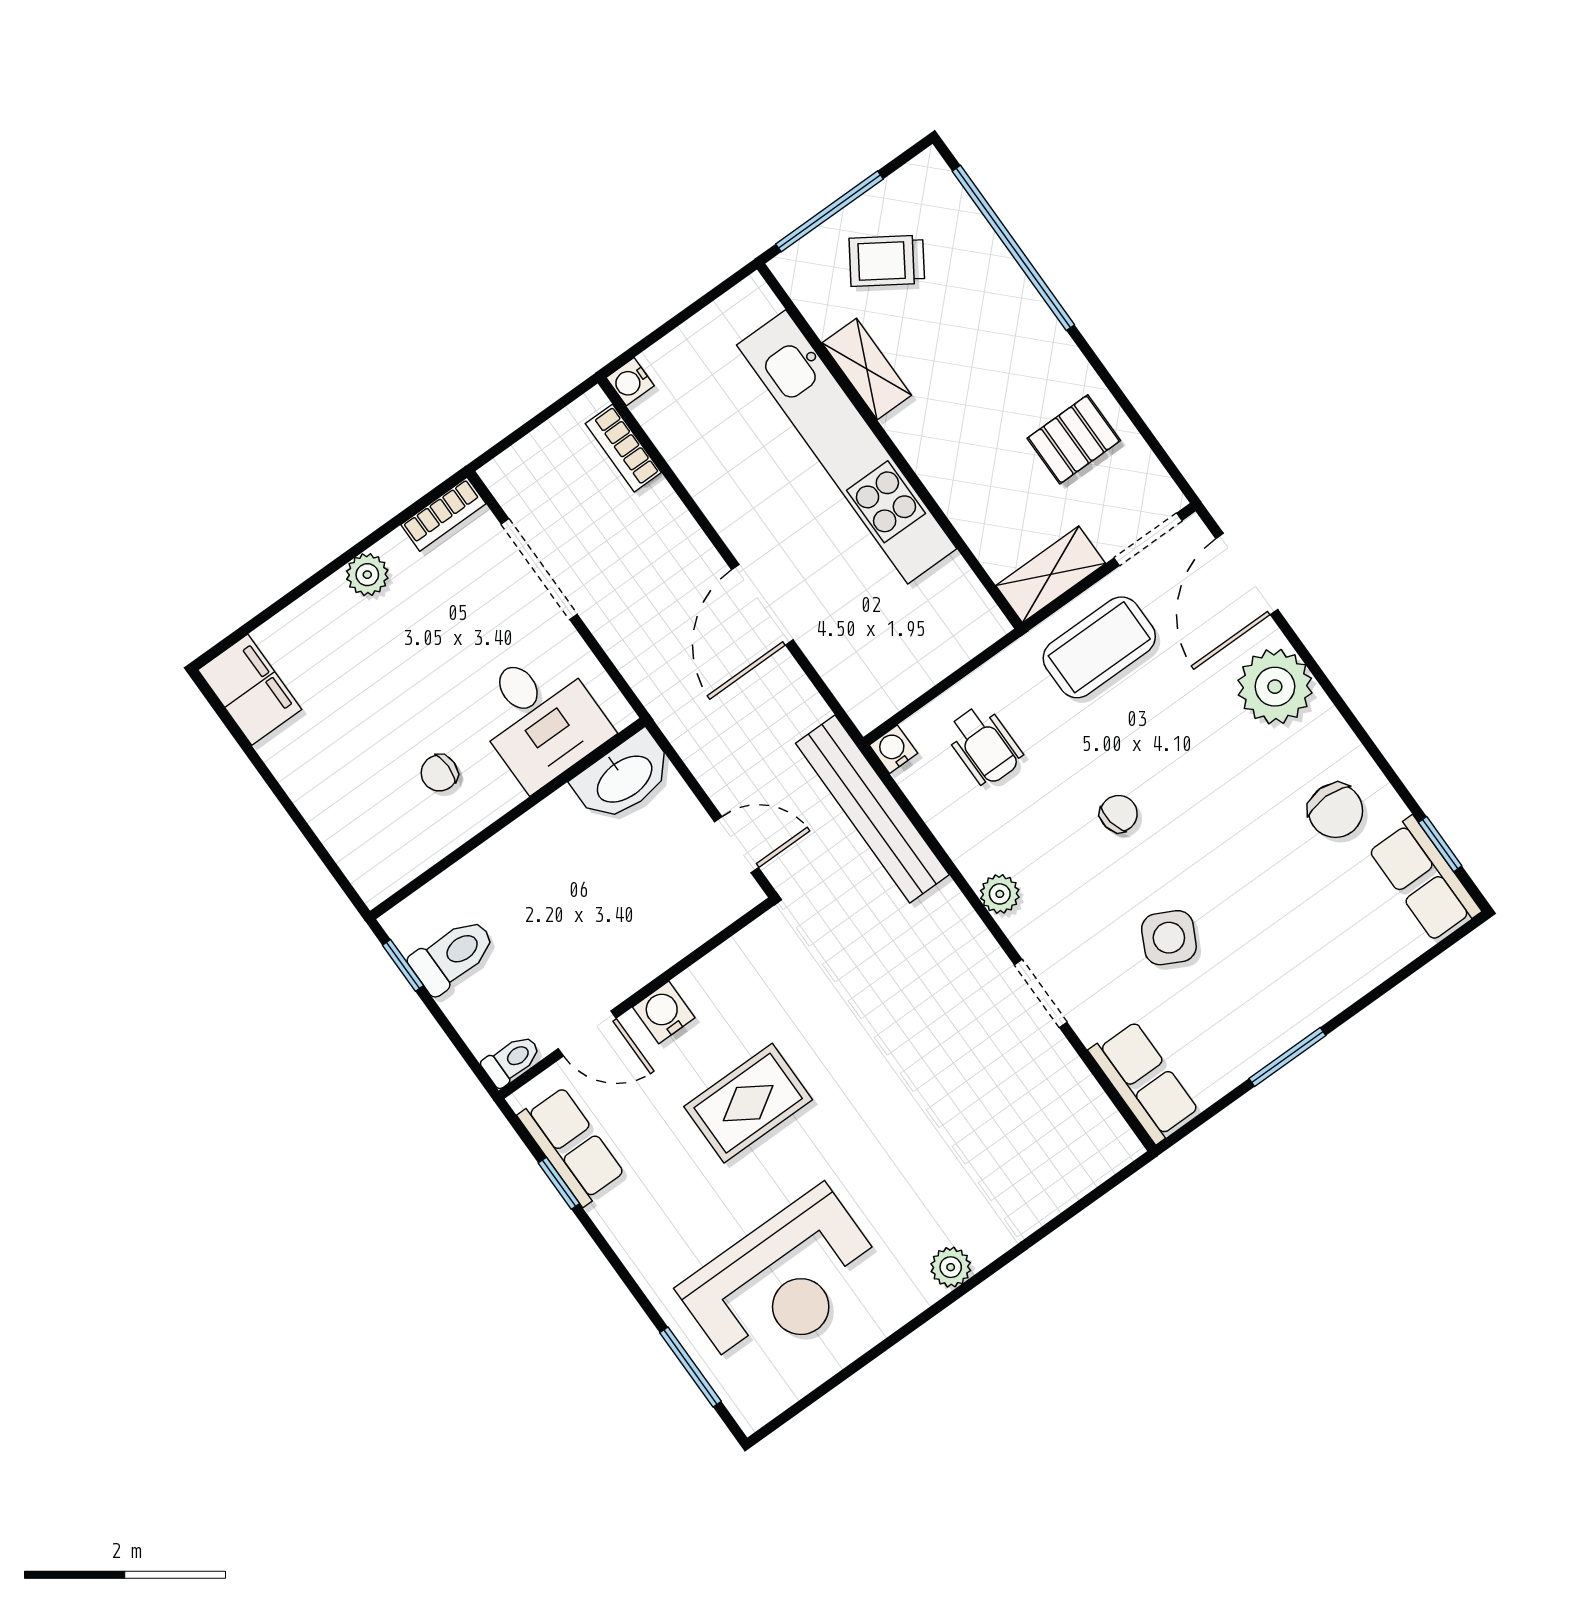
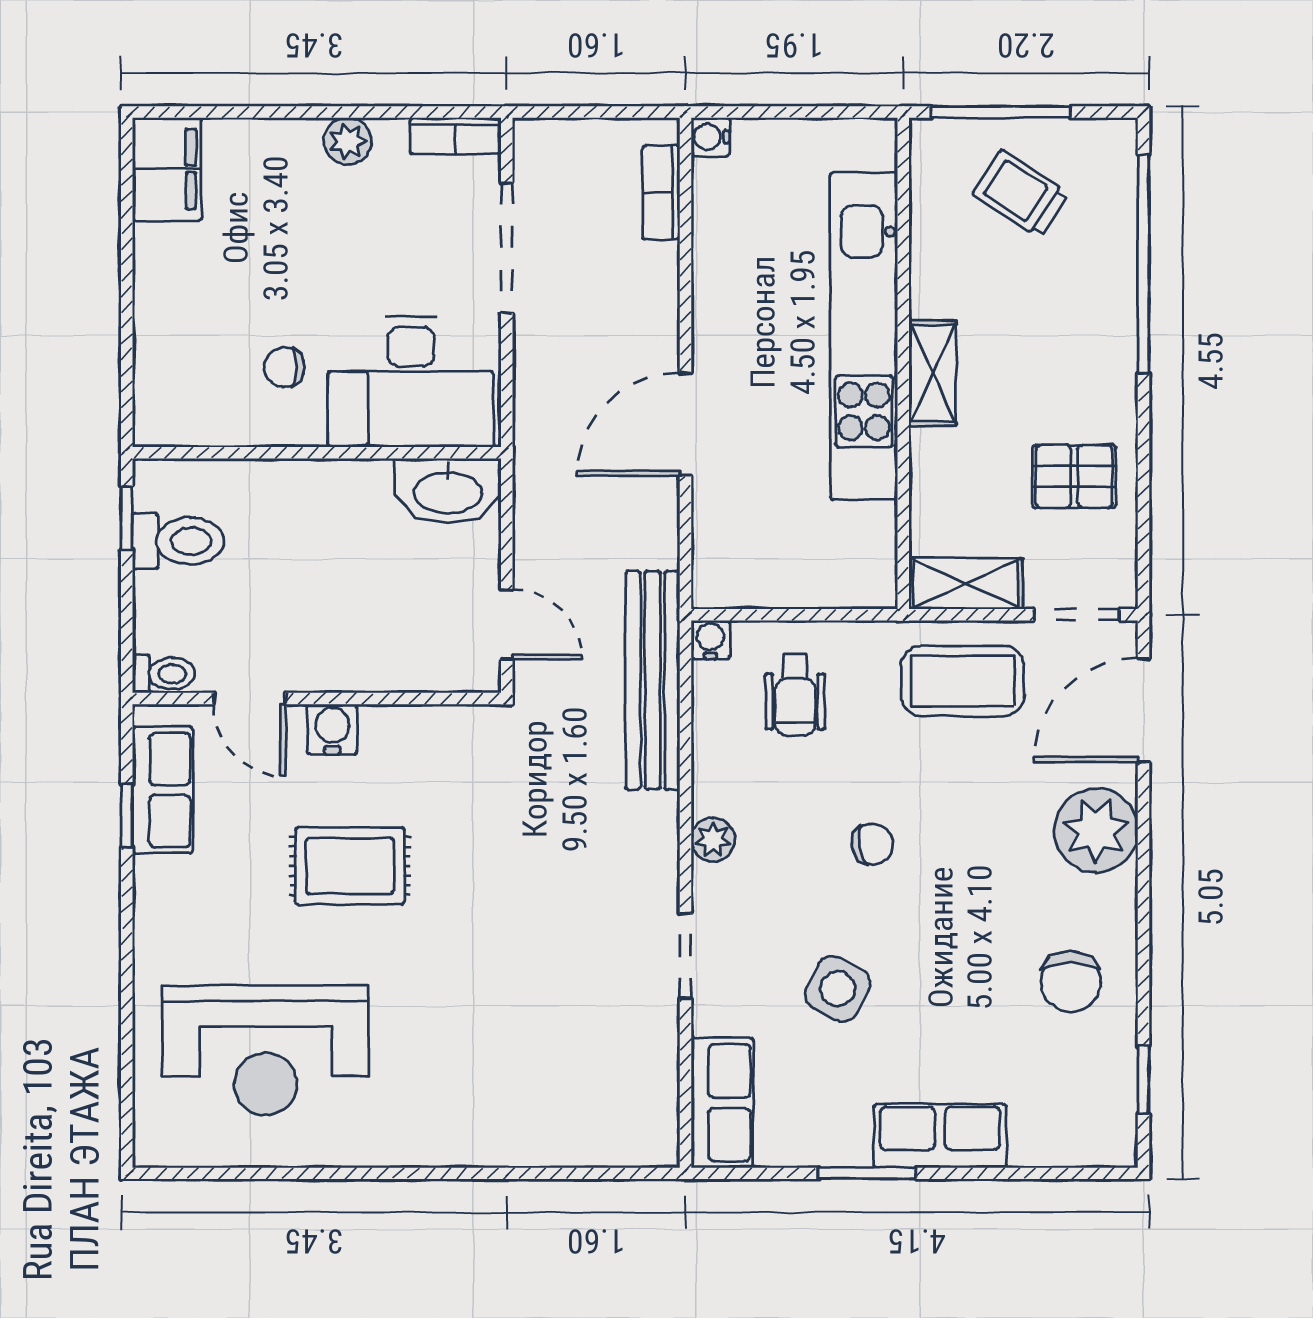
shelving: (867, 369) -> (933, 373), moved
desk: (540, 717) -> (411, 382), width x1.37
row of seats: (1424, 879) -> (940, 1136), moved, turned 90
plant: (951, 1267) -> (427, 1145), removed
window: (690, 1367) -> (127, 1067), removed

